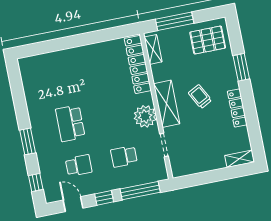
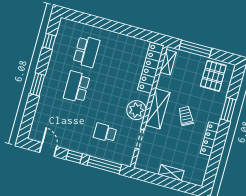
pallet: (208, 40) -> (213, 76), turned 90
shelving: (240, 159) -> (171, 173), moved
school desk: (79, 165) -> (86, 52), moved, width x1.85
window: (36, 182) -> (49, 41), moved

